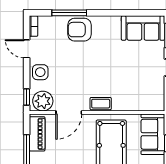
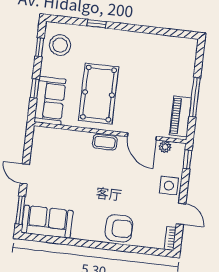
window: (69, 13) -> (128, 248), removed
plant: (43, 101) -> (165, 147), width x0.53, depth x0.53
door: (69, 112) -> (142, 136), swing flipped

